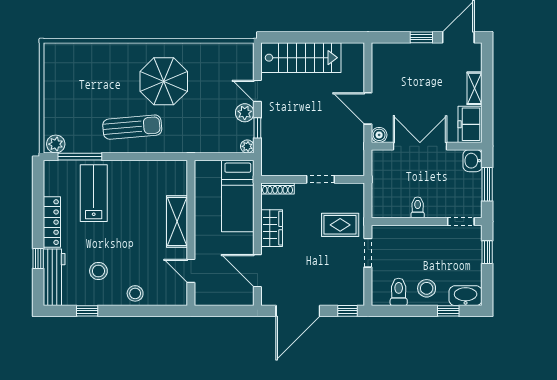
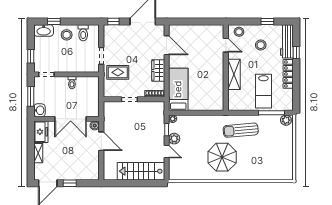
shelving: (177, 221) -> (234, 74), moved
wall: (191, 233) -> (226, 68), moved
door: (191, 271) -> (226, 45), moved

